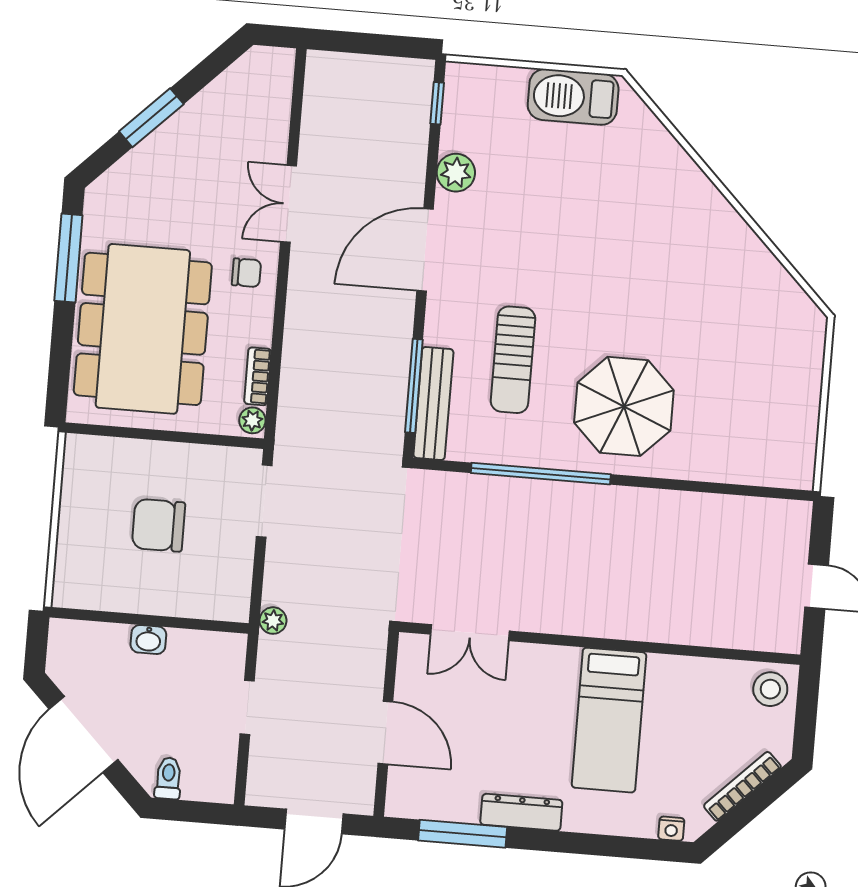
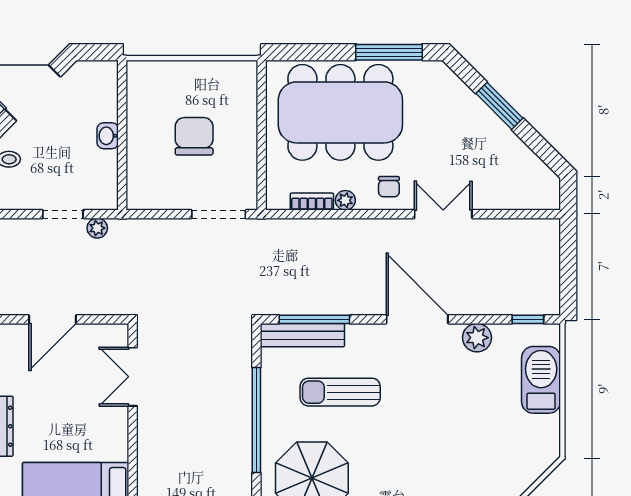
barbecue: (573, 97) -> (541, 380), moved
plant: (252, 420) -> (345, 200), moved
plant: (273, 621) -> (97, 228), moved

